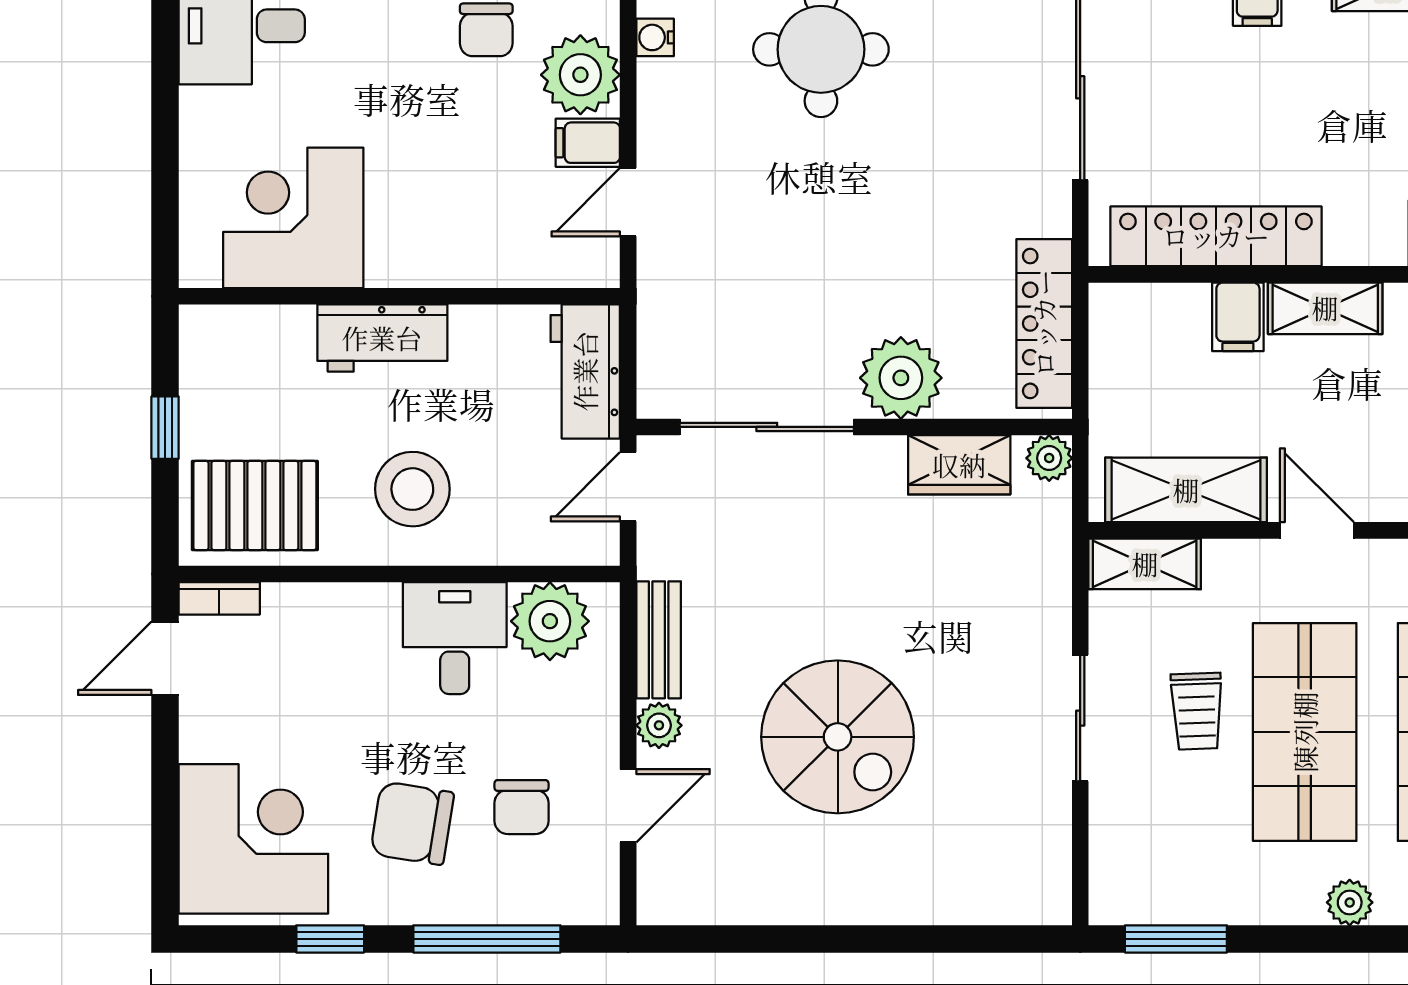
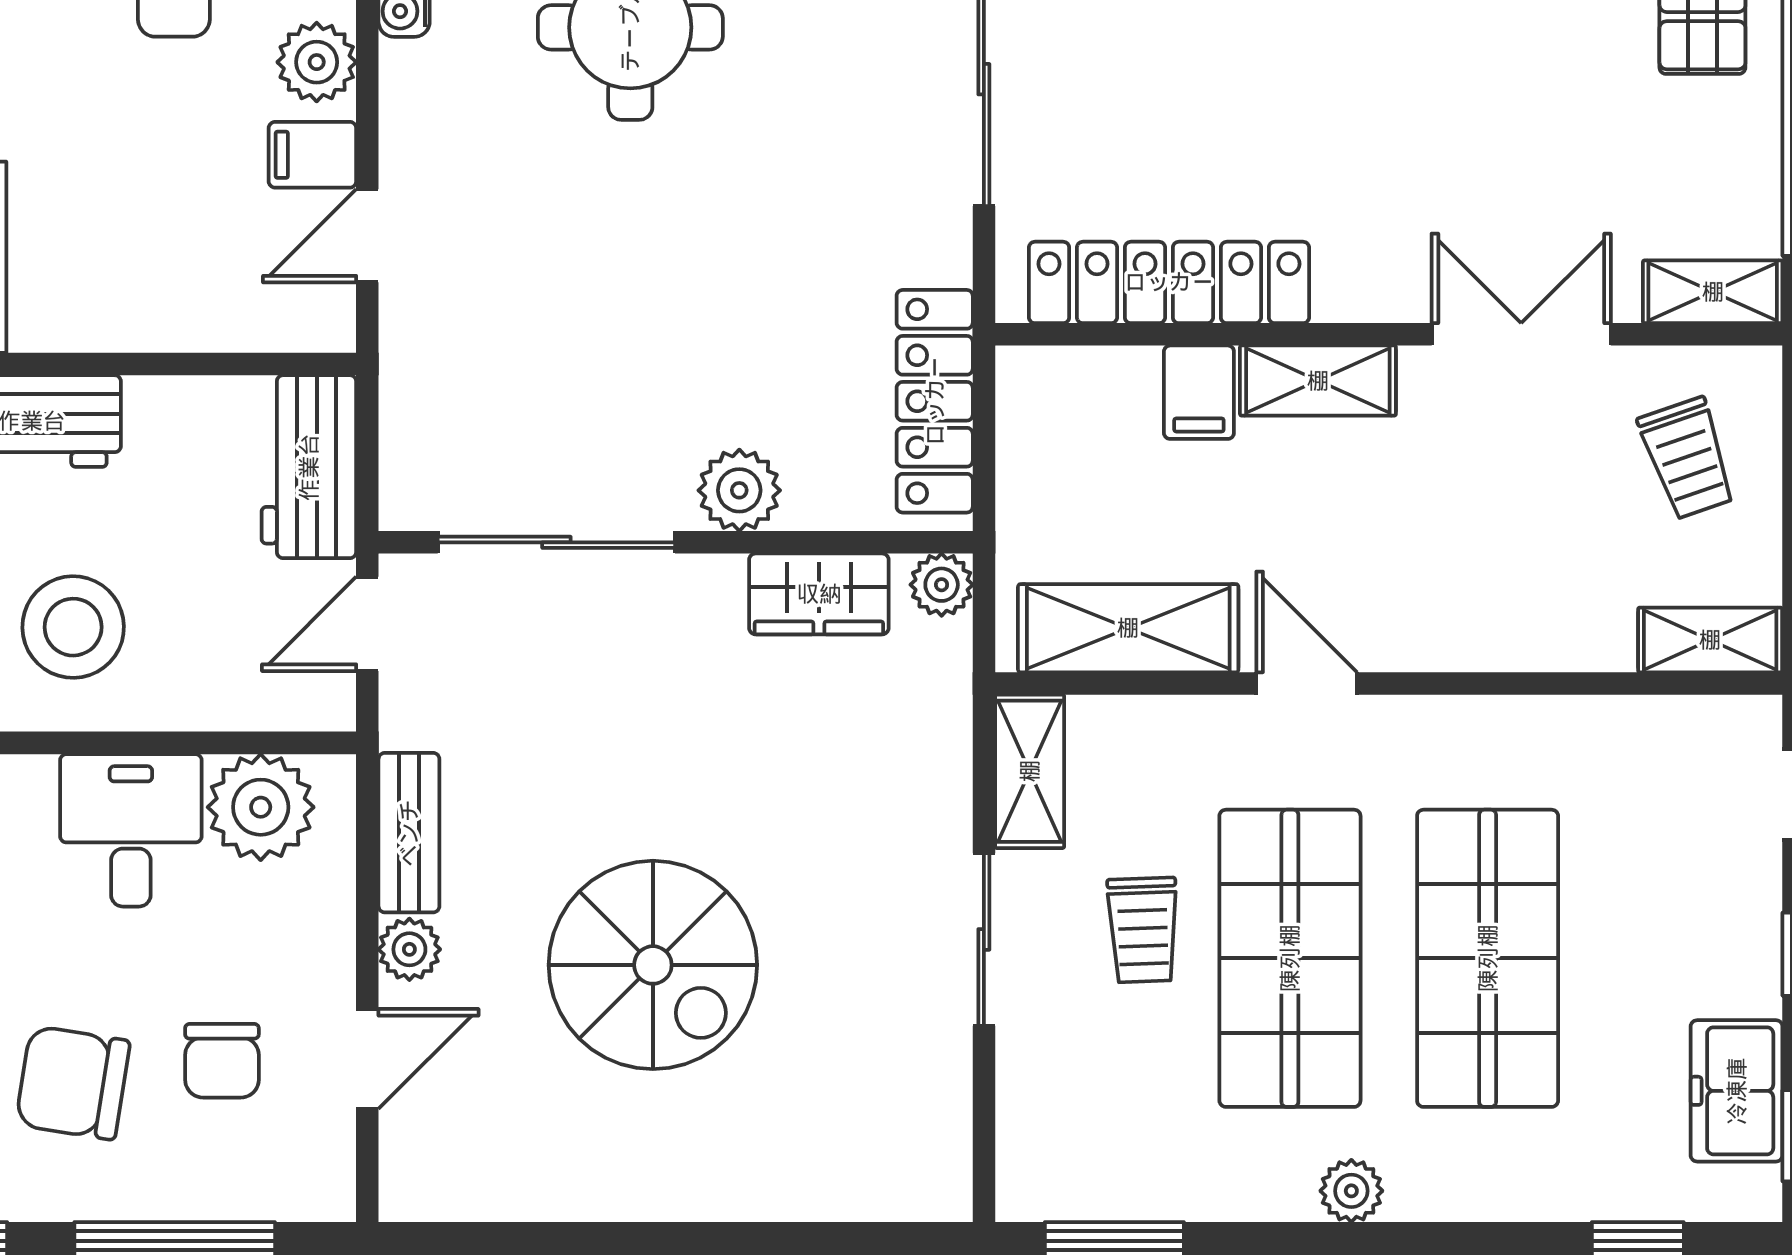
plant: (580, 75) -> (317, 62), width x0.73, depth x0.73
plant: (901, 378) -> (739, 490), width x0.73, depth x0.73
shelving: (1145, 564) -> (1030, 771), moved, turned 90

